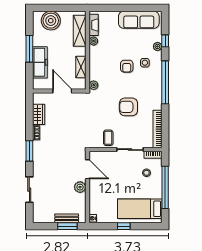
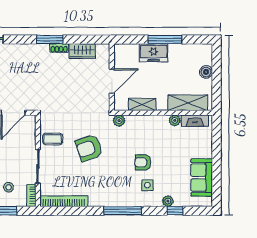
sofa: (139, 20) -> (202, 178), width x0.73
boiler: (51, 21) -> (206, 72), width x0.54, depth x0.54
freezer: (40, 62) -> (154, 53), width x0.71
window: (165, 82) -> (123, 211), width x0.68
armchair: (128, 107) -> (89, 148), moved, turned -109
window: (29, 151) -> (50, 39), moved

